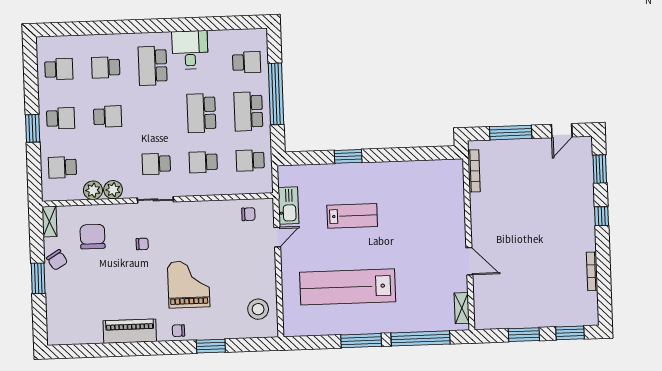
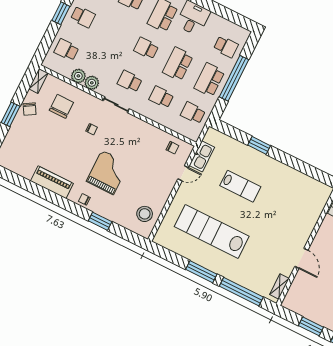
school desk: (108, 117) -> (146, 48), moved, turned 180

